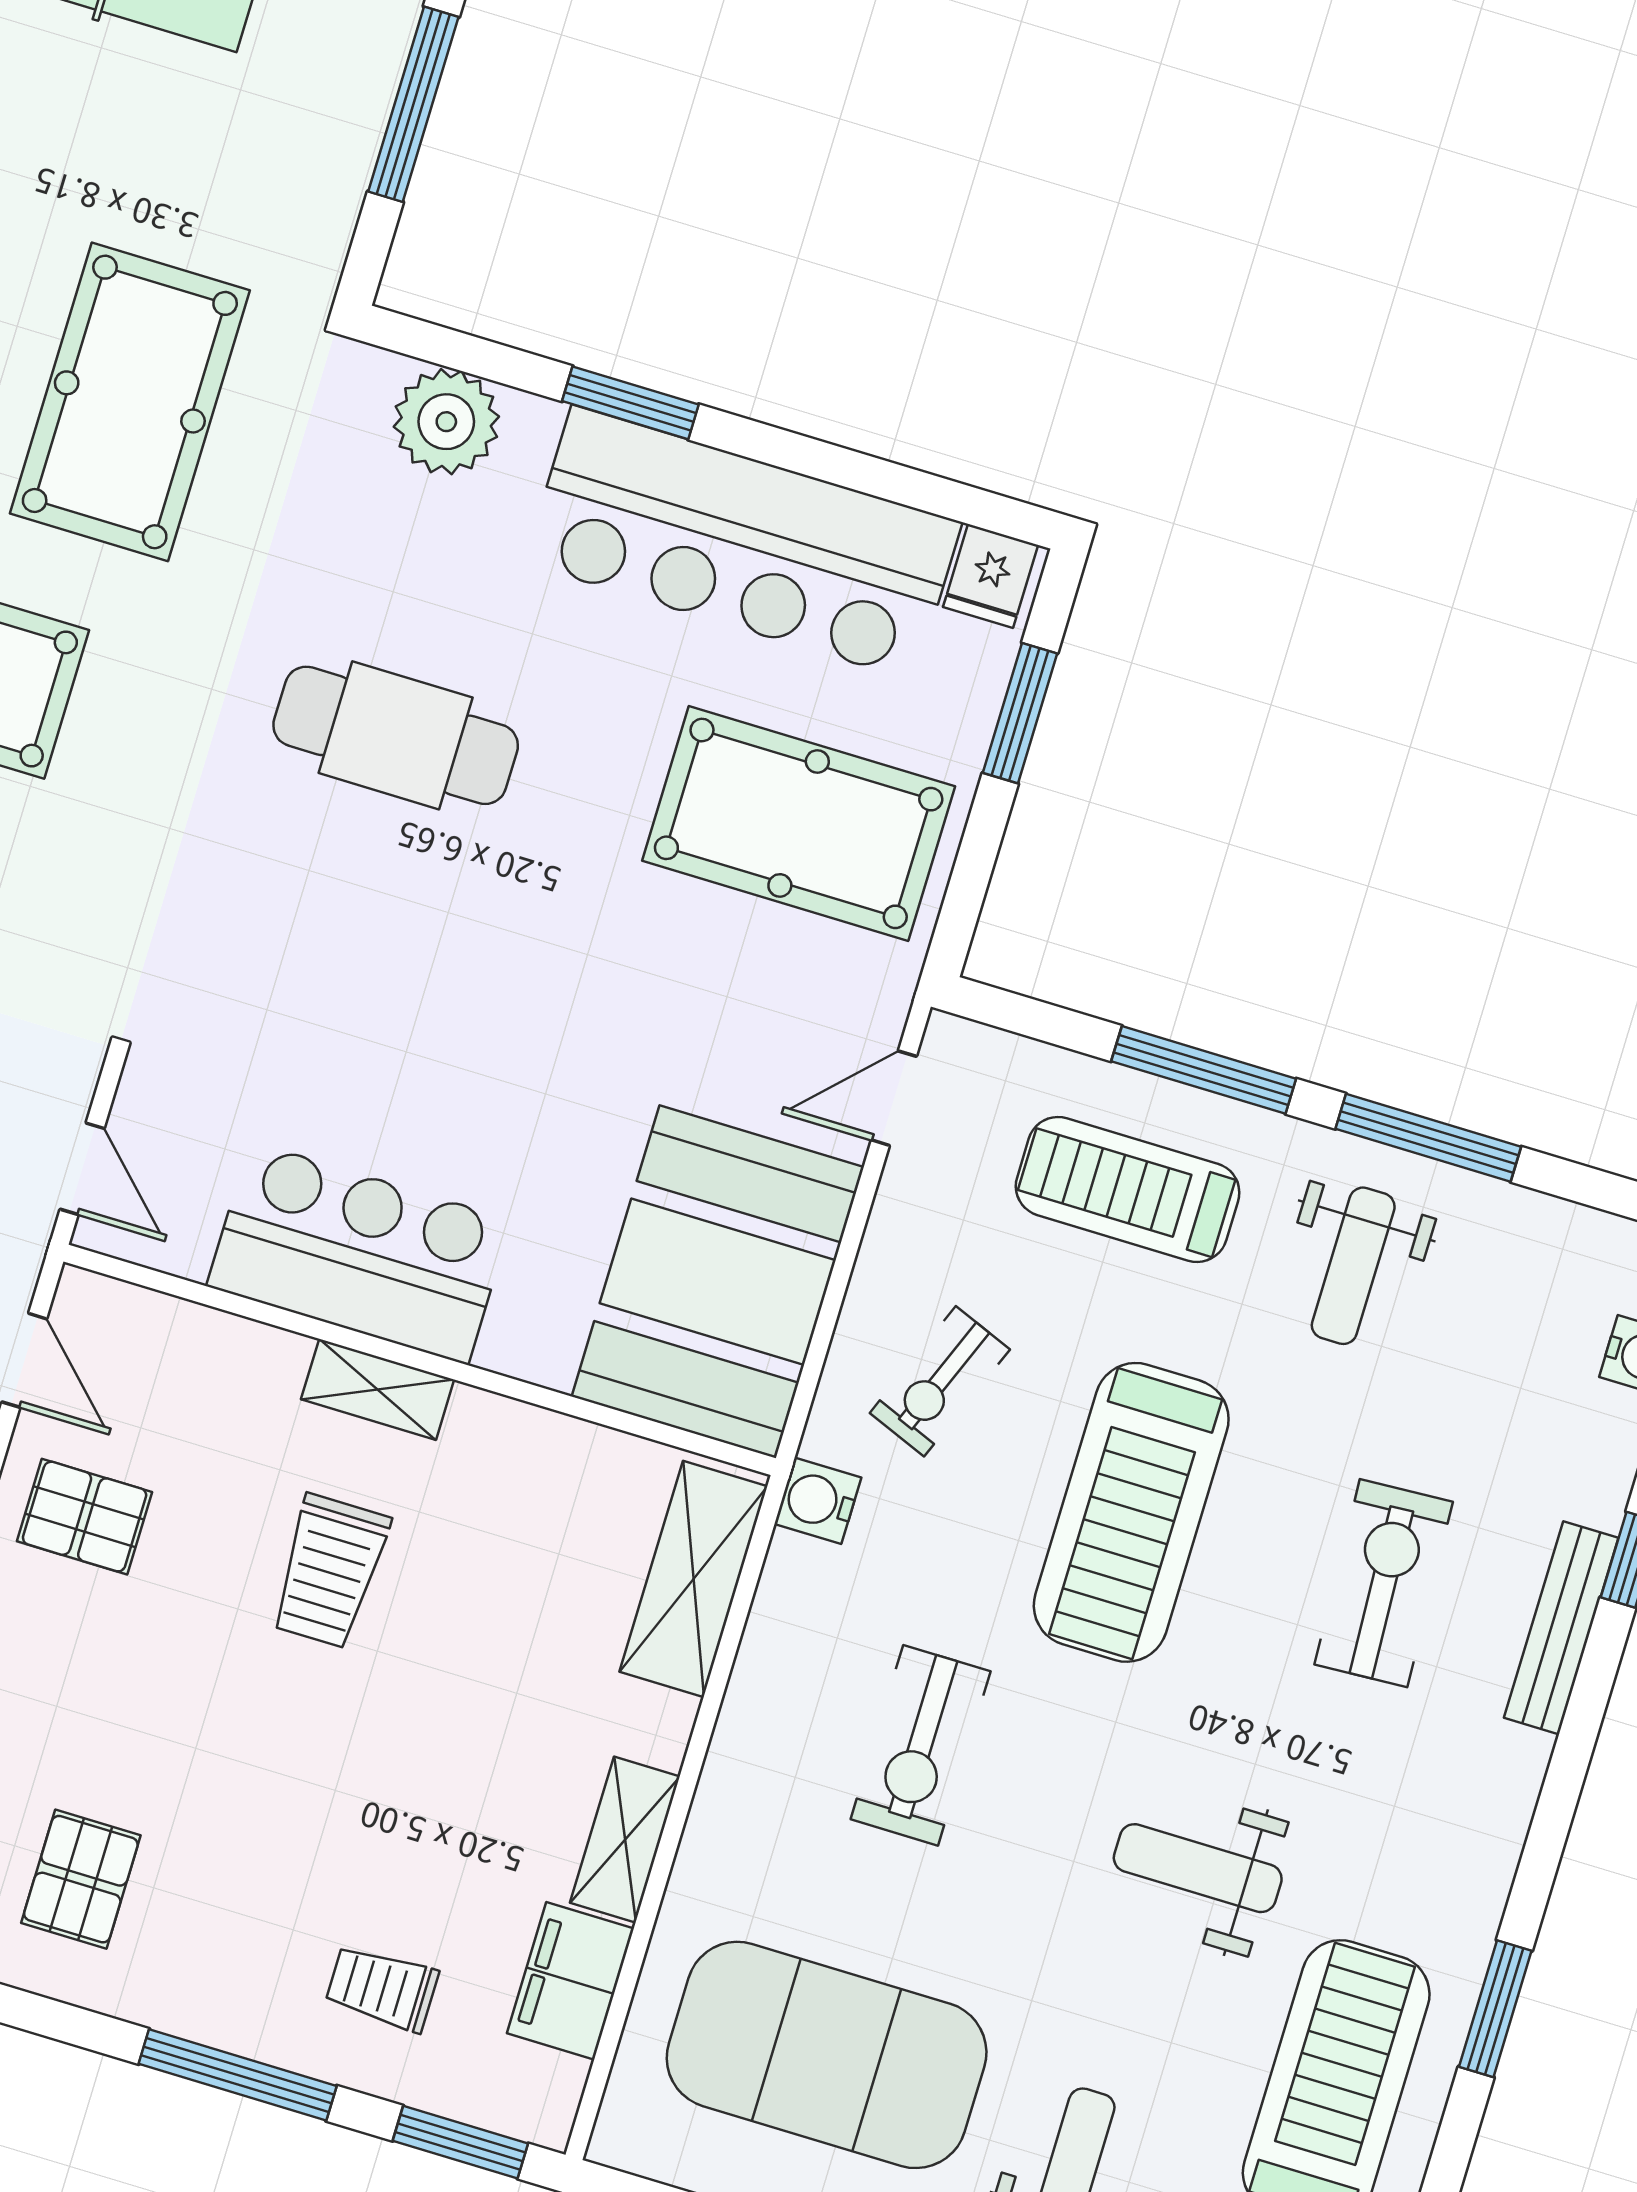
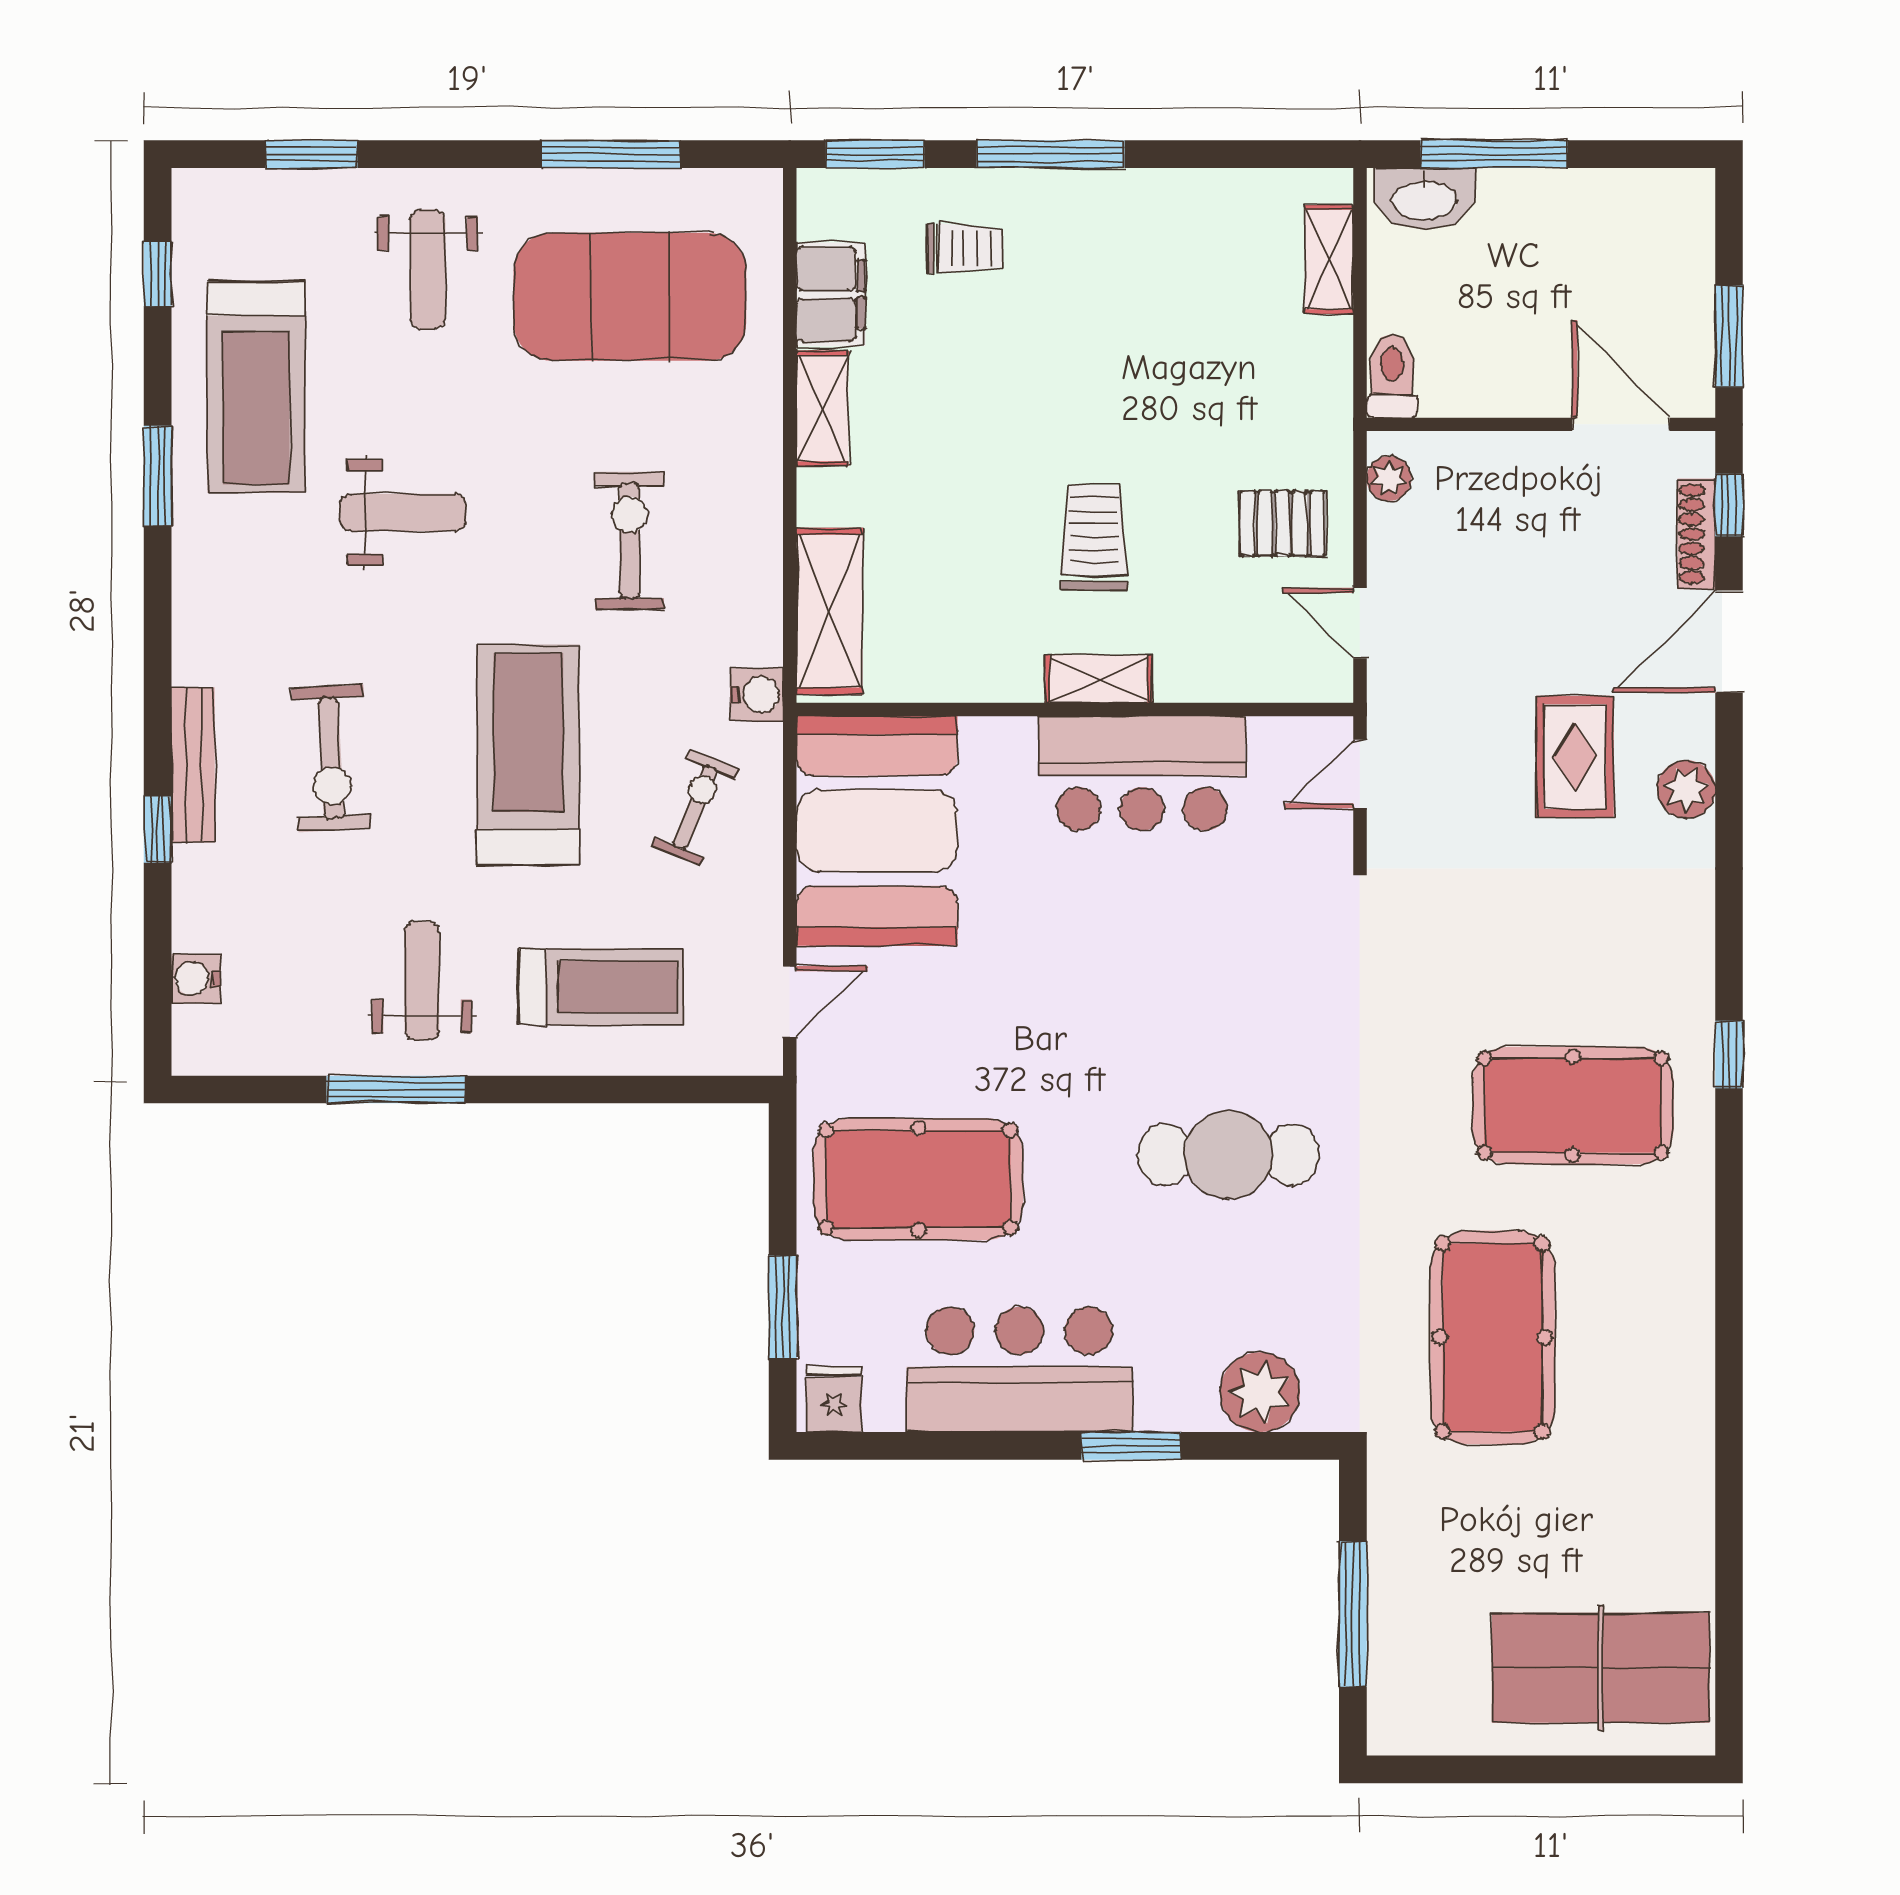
bar counter: (743, 543) -> (1019, 1369), width x0.73
window: (1204, 1070) -> (572, 1089), removed
door: (82, 1169) -> (1360, 774), hinge flipped
pallet: (81, 1879) -> (1206, 261), removed

